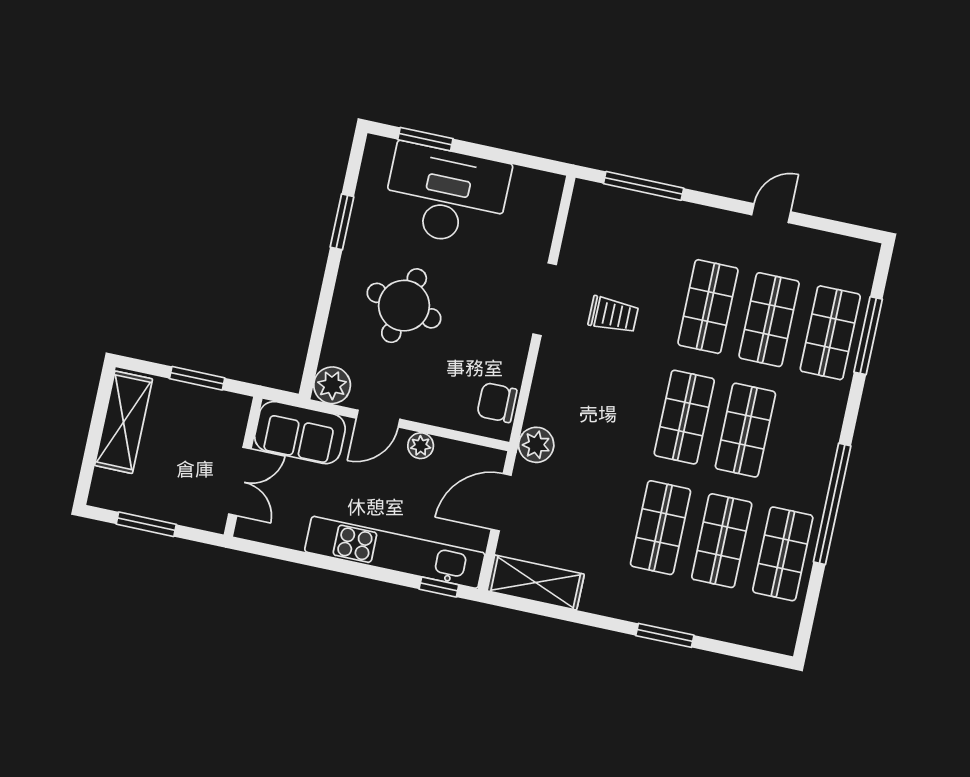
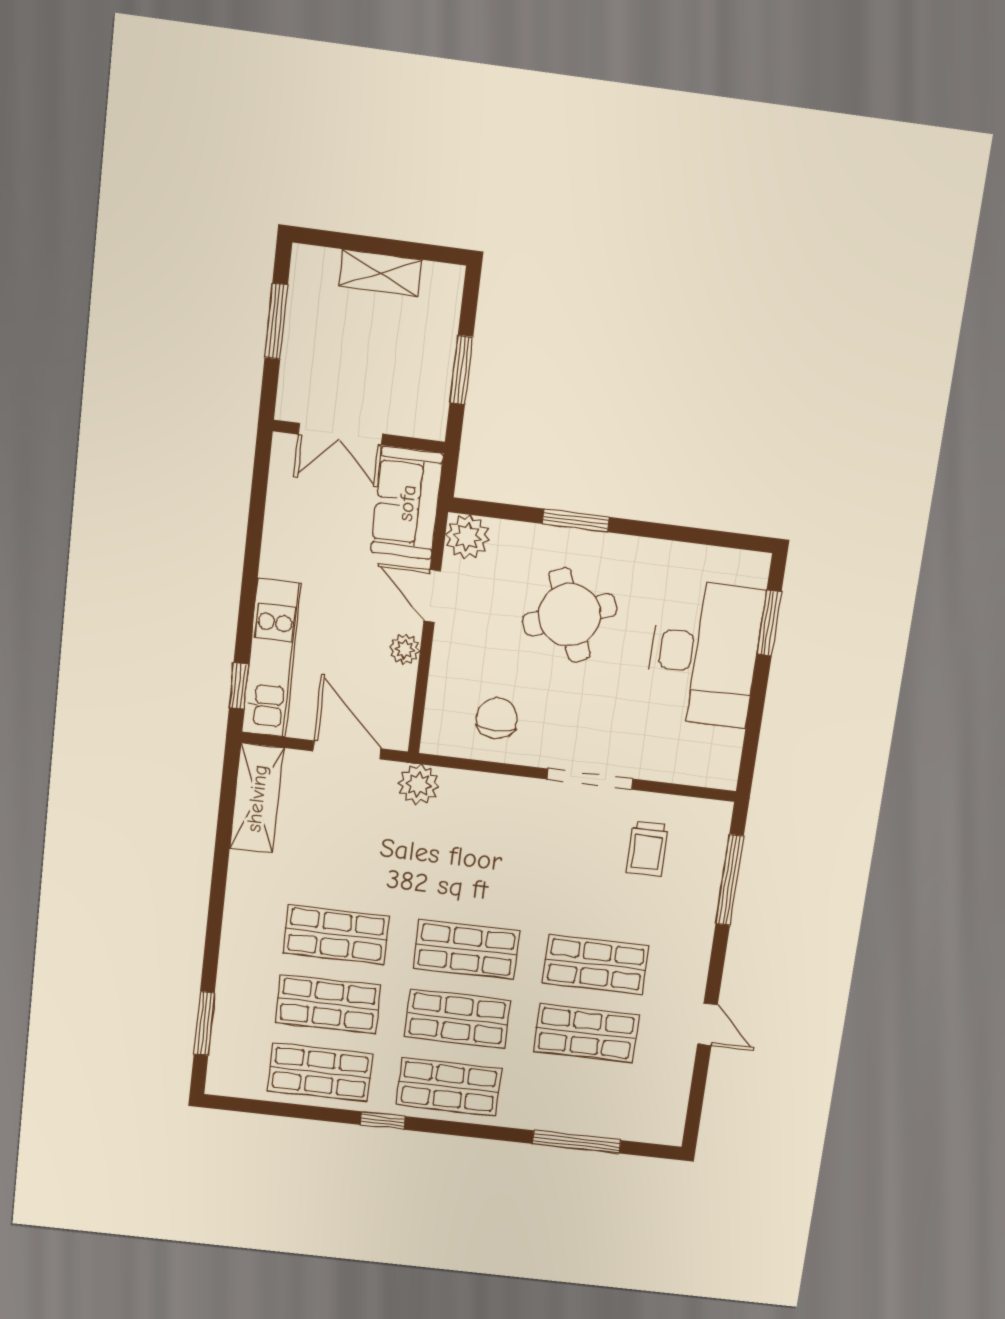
window: (342, 222) -> (576, 520), moved
round table: (404, 306) -> (570, 615), turned -34
trolley: (613, 315) -> (647, 849), moved
shop shelf: (830, 333) -> (449, 1087), moved
chair: (497, 403) -> (497, 718), moved
shelving: (124, 422) -> (380, 273), width x0.67, depth x0.75
window: (832, 504) -> (383, 1121), width x0.32
kitchen unit: (395, 552) -> (271, 658), width x0.73
window: (665, 635) -> (204, 1023), moved

